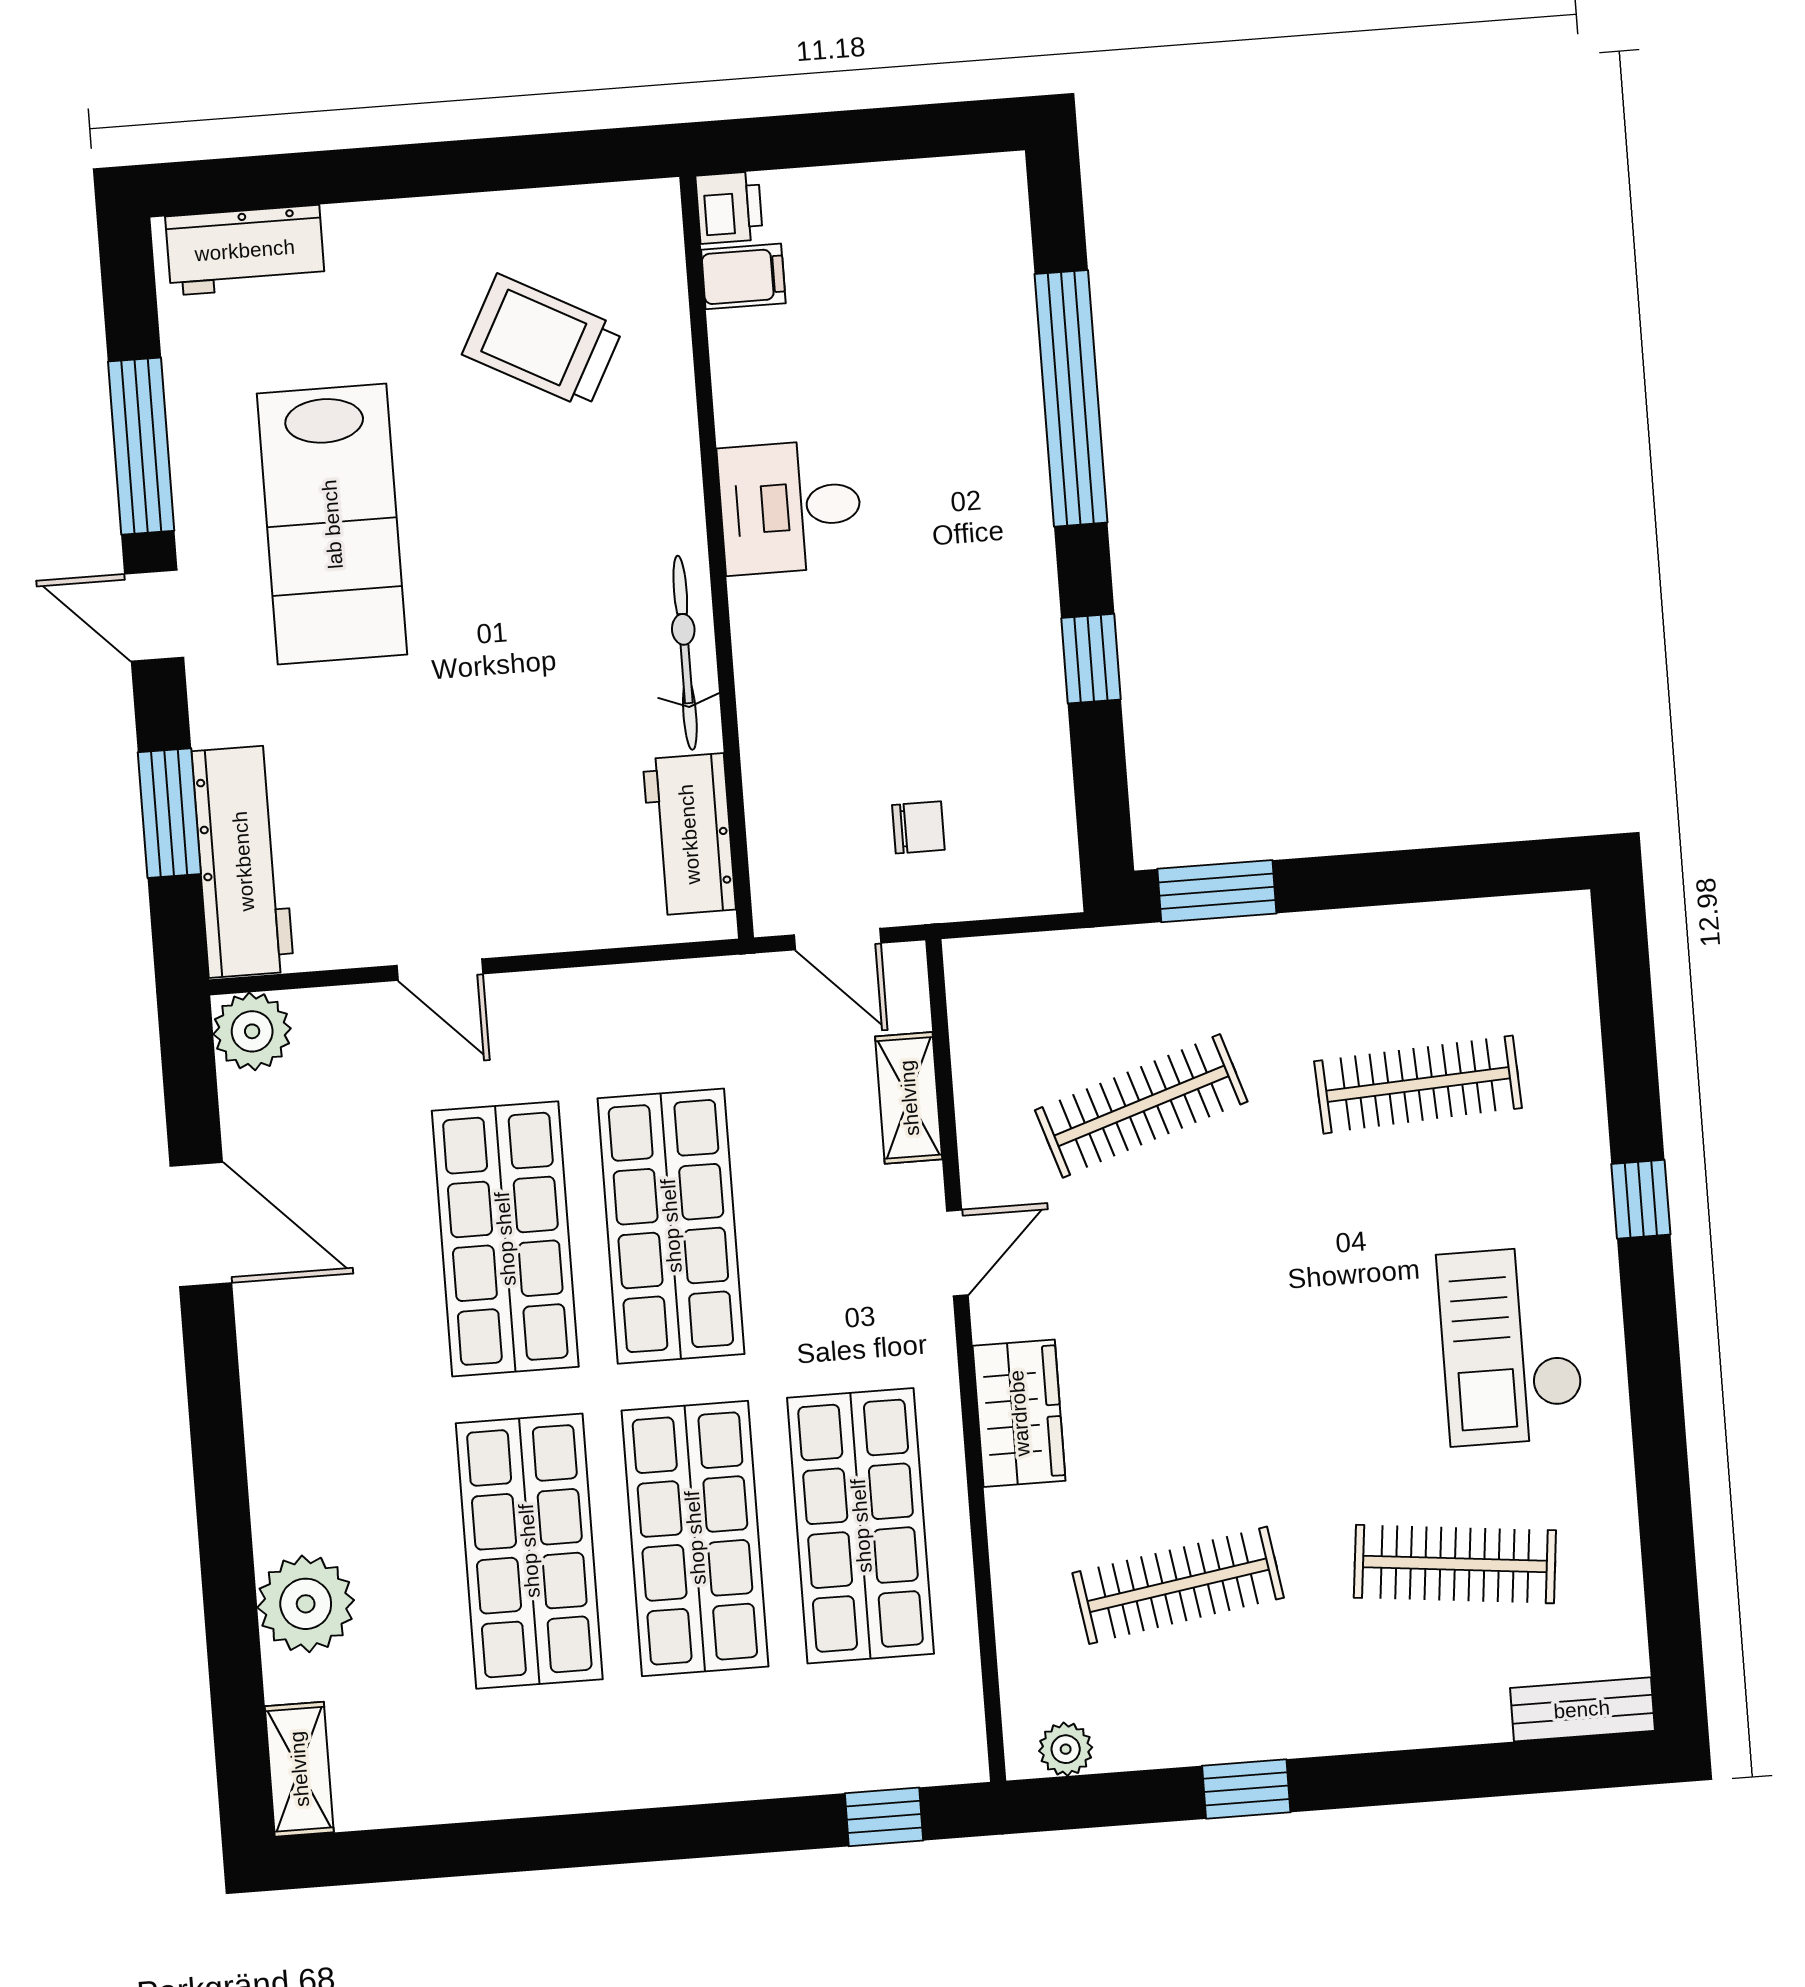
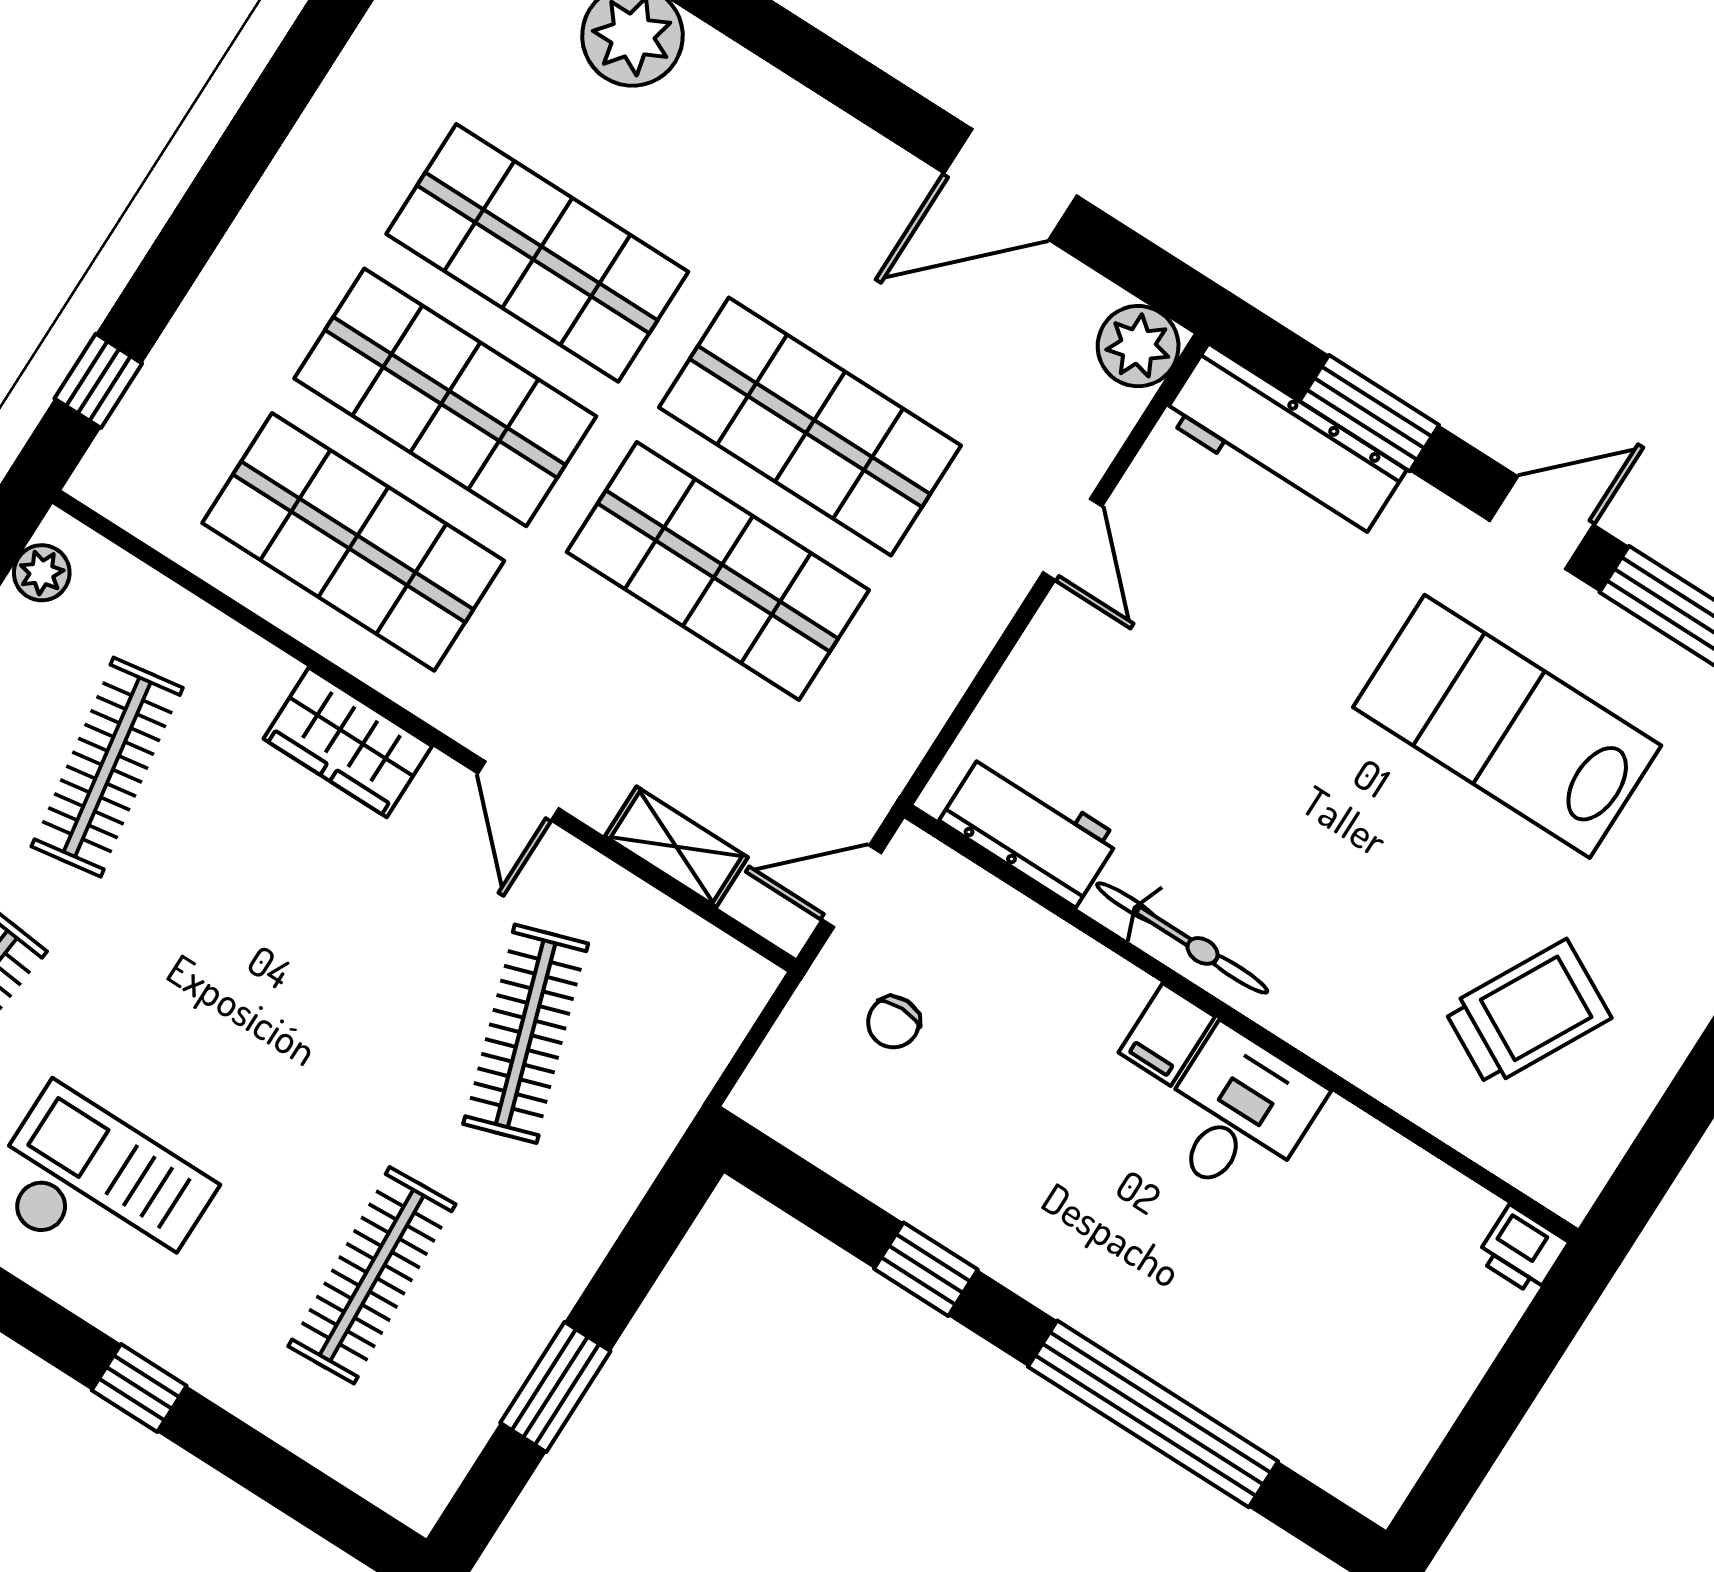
filing cabinet: (743, 276) -> (1167, 1034), moved
window: (1217, 891) -> (555, 1387), moved
door: (440, 970) -> (1073, 539), swing flipped

